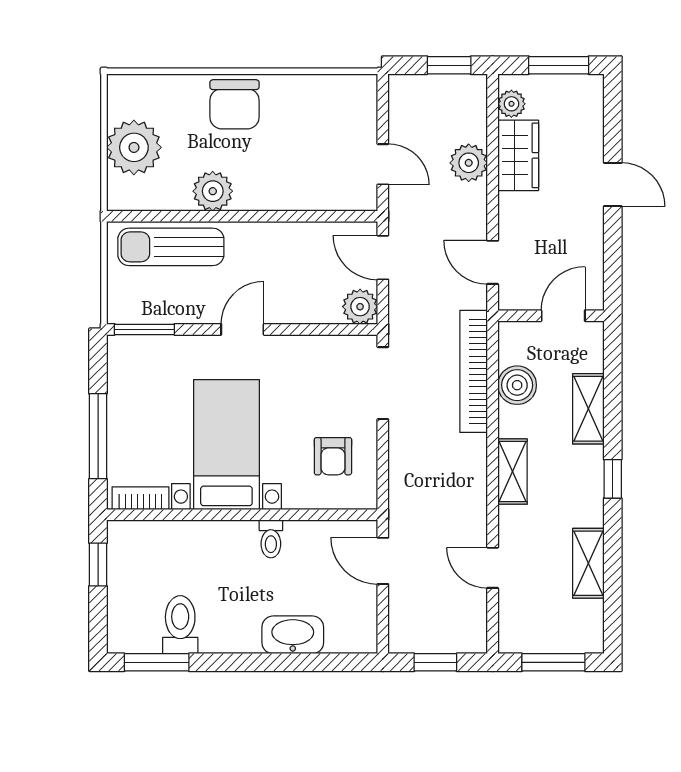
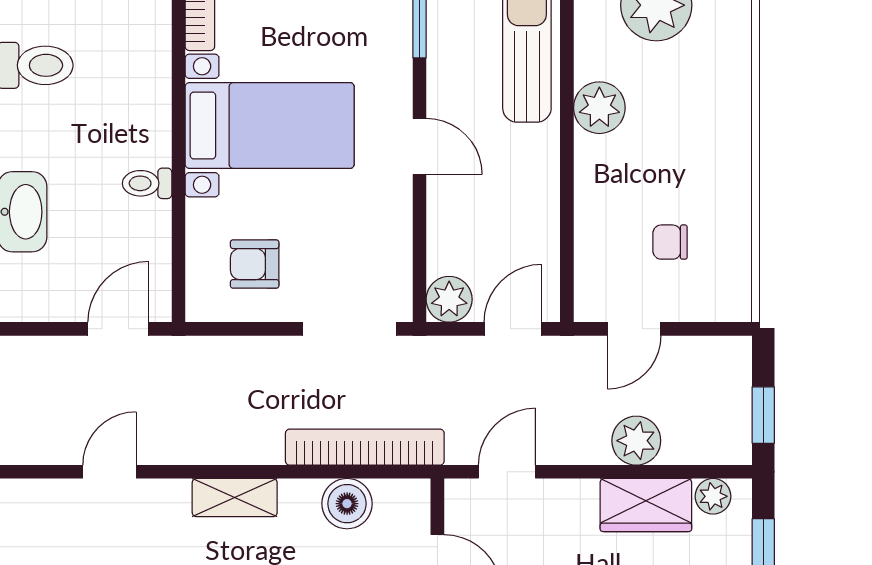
chair: (235, 104) -> (670, 242), moved, width x0.54, depth x0.54

